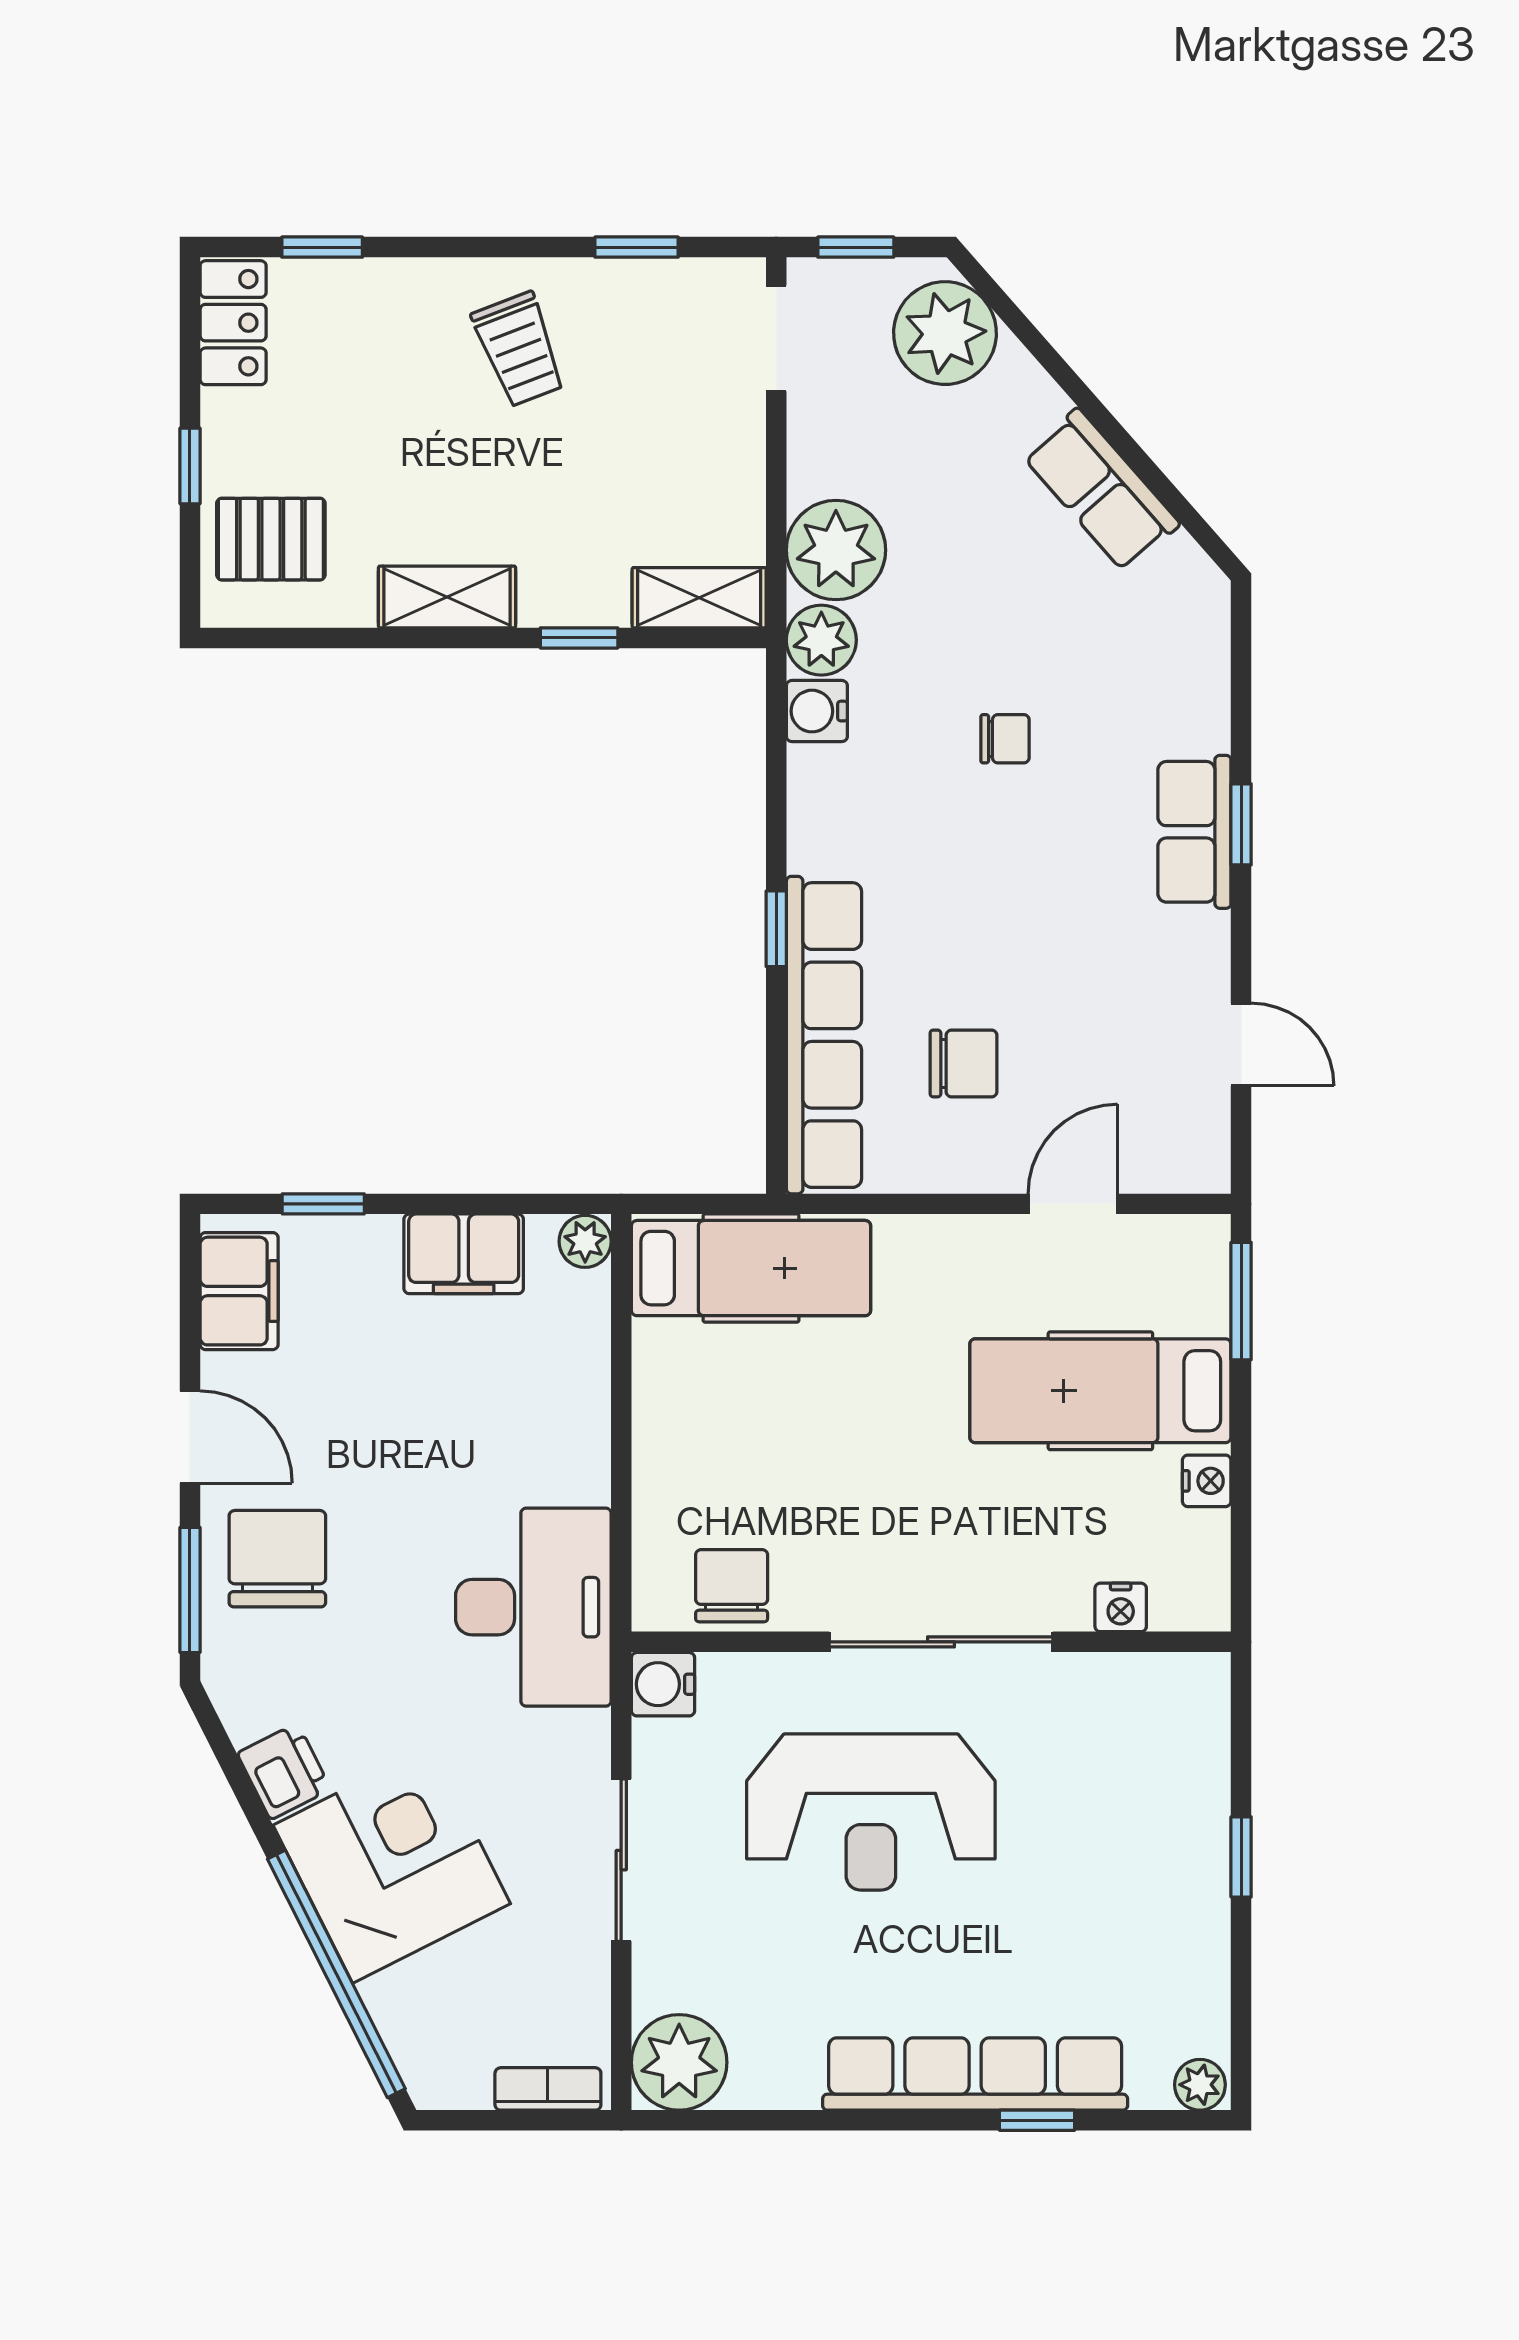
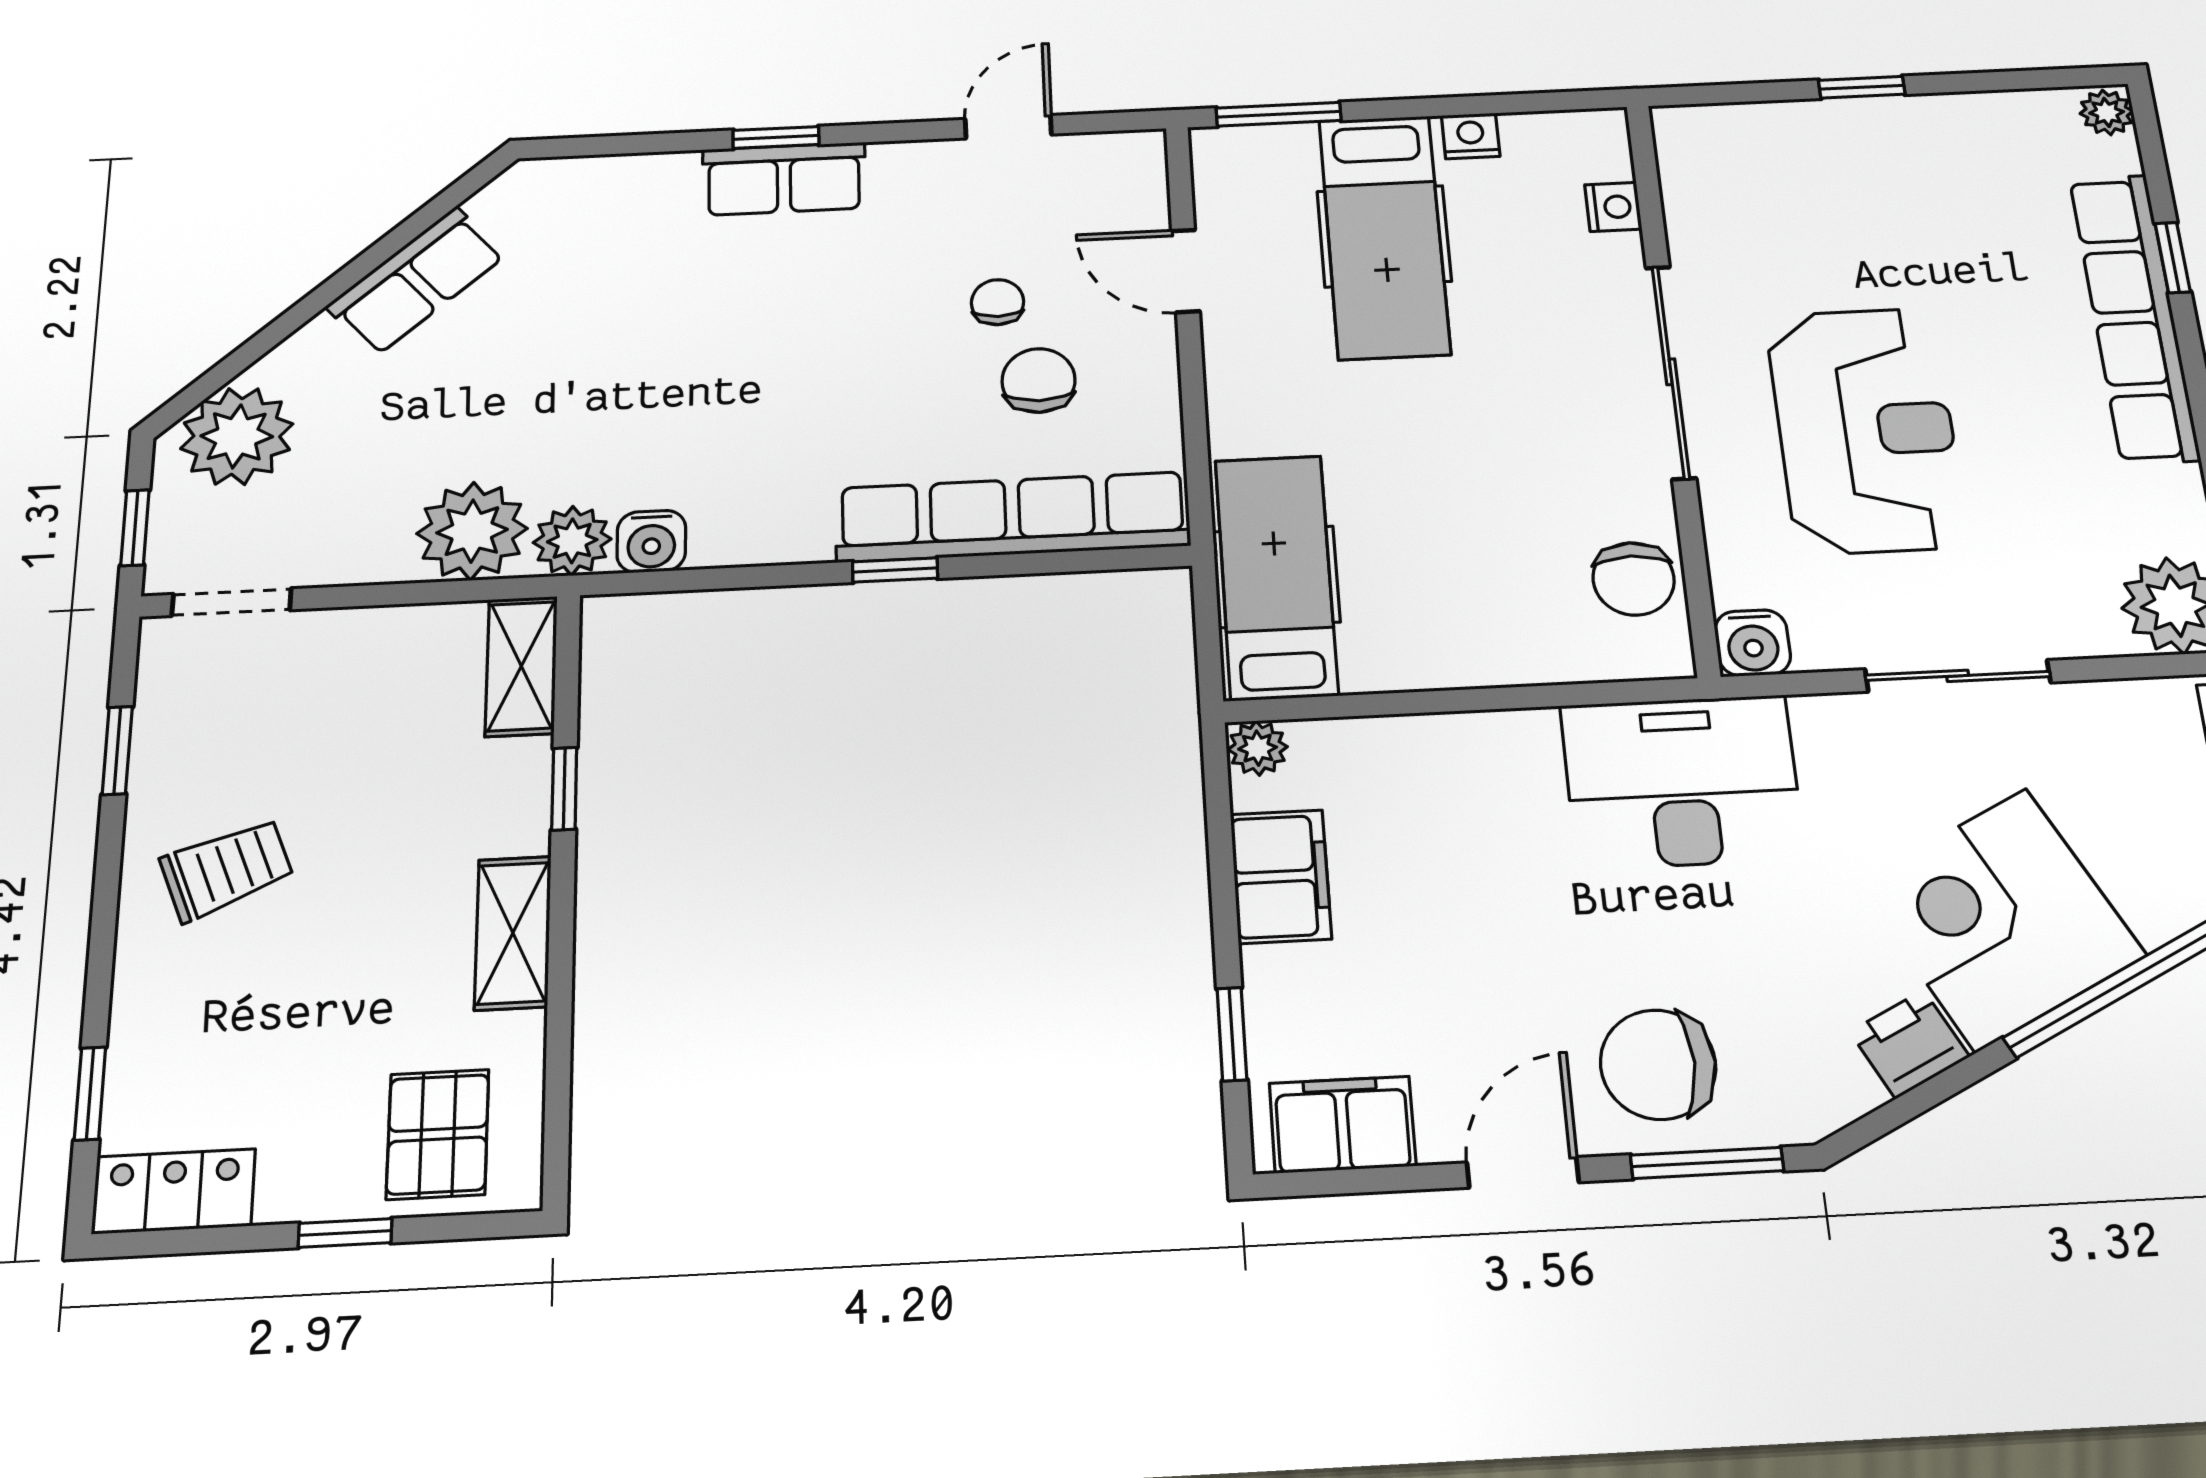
chair: (1005, 739) -> (998, 302), moved
chair: (732, 1586) -> (1634, 579), turned -90

